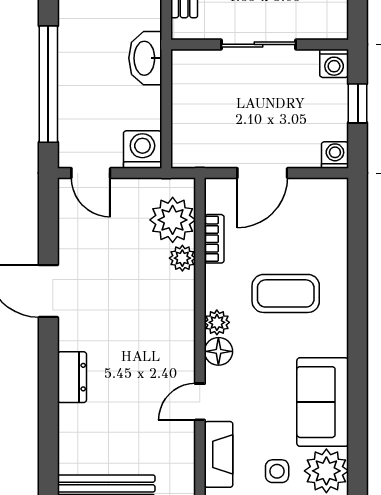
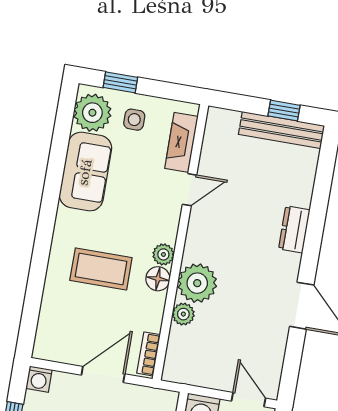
plant: (173, 220) -> (197, 283), moved
bookcase: (214, 239) -> (149, 354), moved
floor lamp: (218, 351) -> (158, 279), moved

